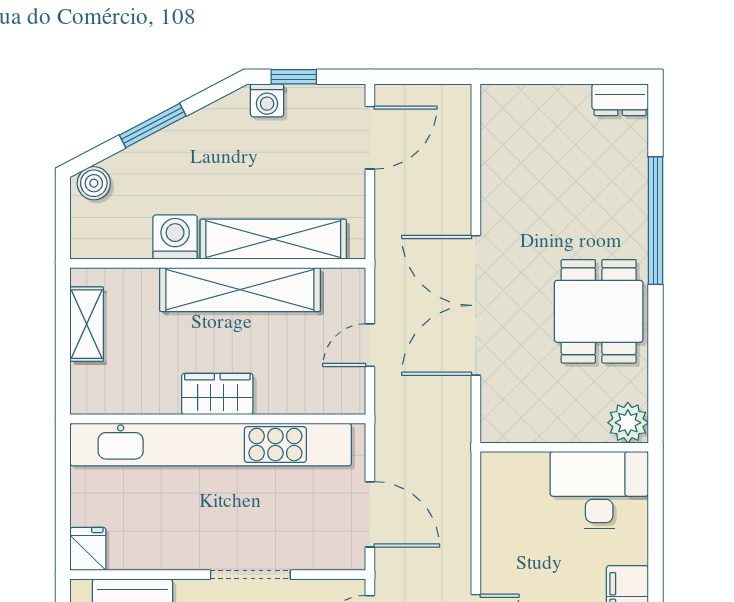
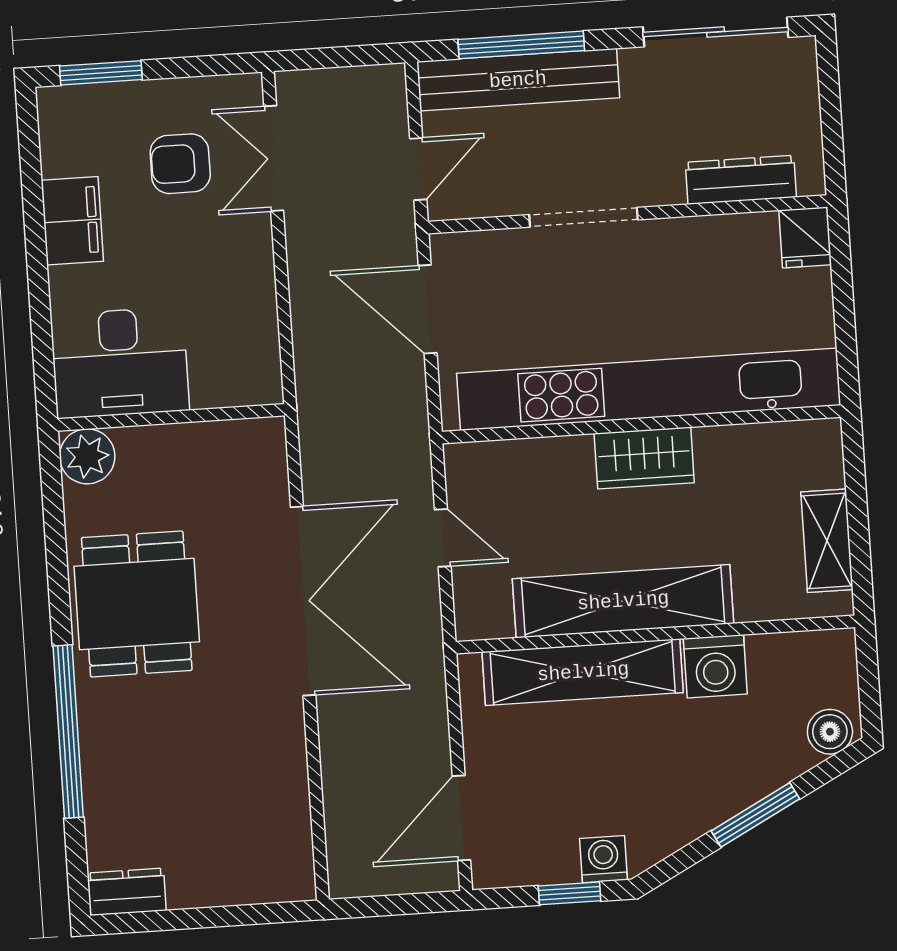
door: (370, 345) -> (443, 538), hinge flipped

